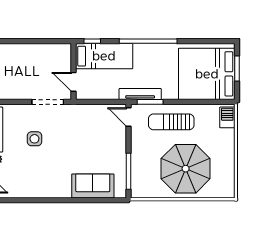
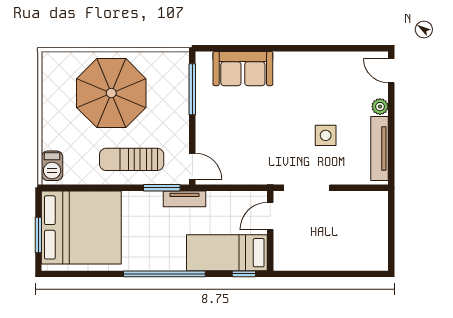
door: (74, 82) -> (270, 216), swing flipped
tv unit: (140, 94) -> (184, 199), width x0.71
sun lounger: (171, 122) -> (132, 159), turned 180

